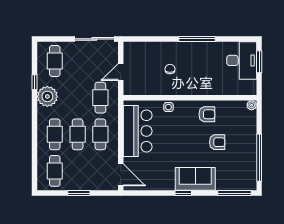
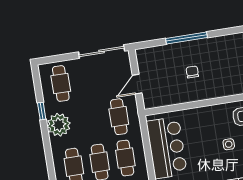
window: (197, 39) -> (186, 38), moved
side table: (168, 107) -> (229, 144), moved

